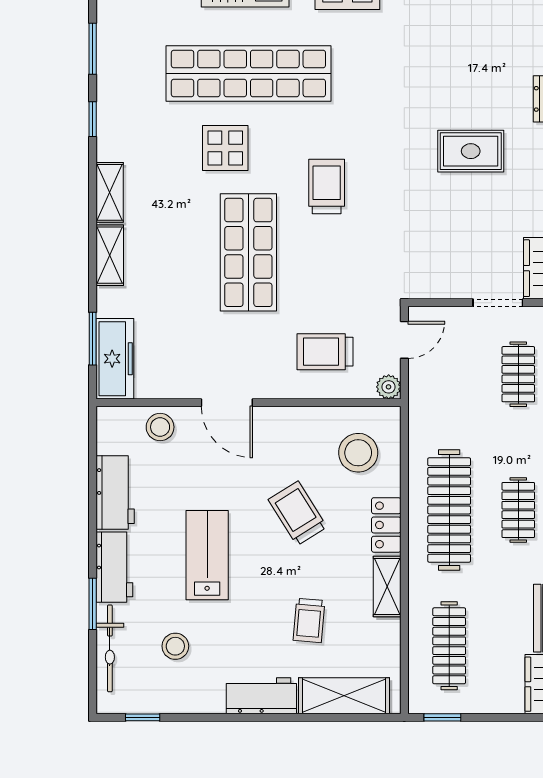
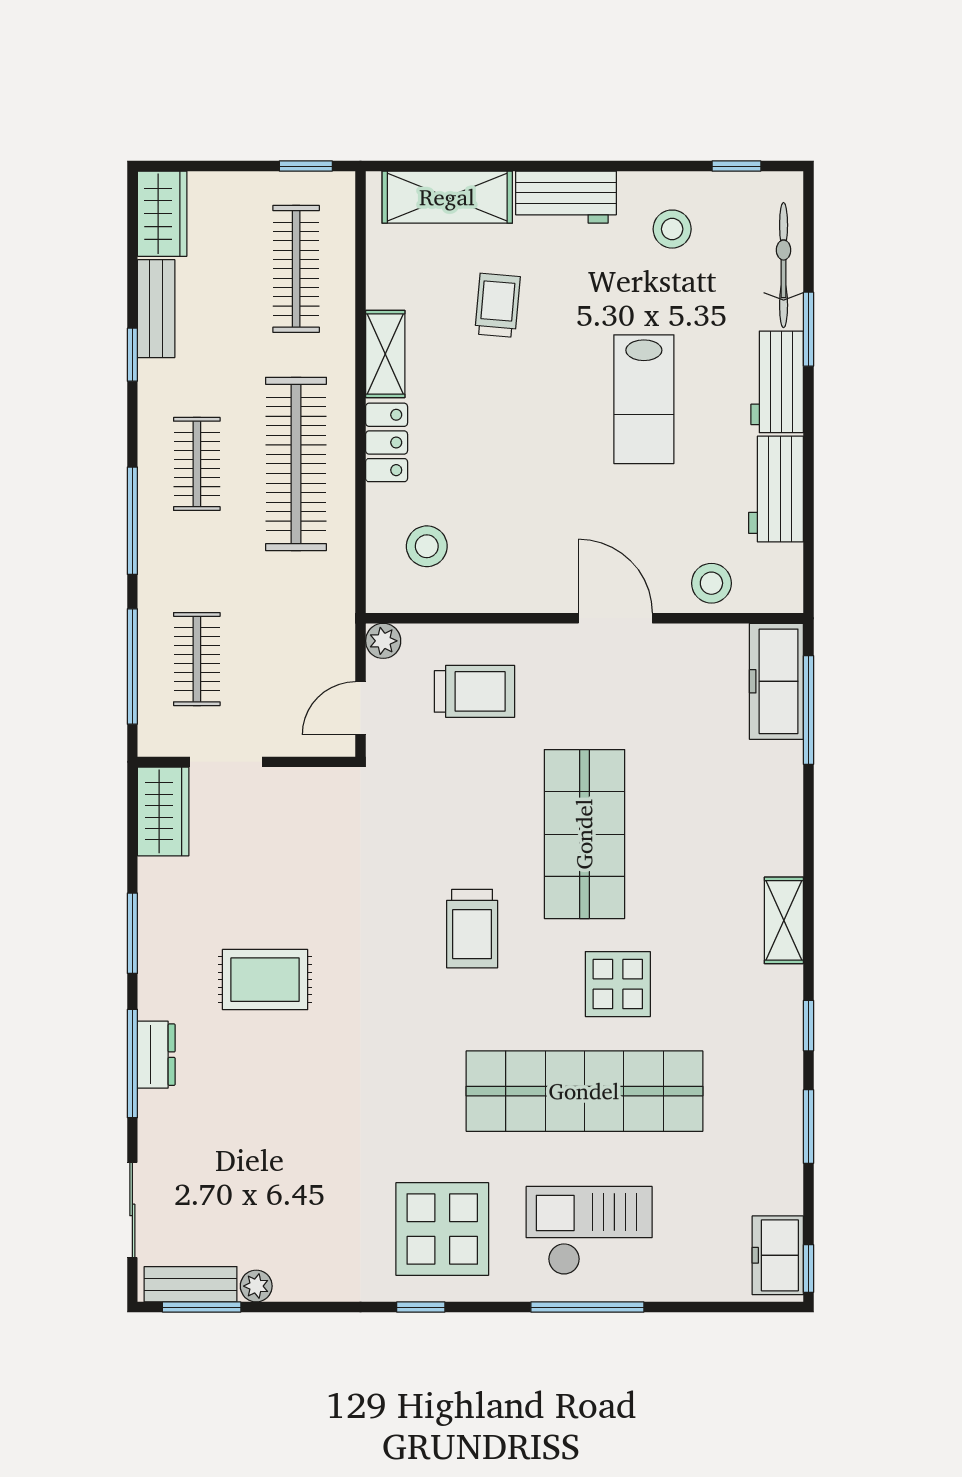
shelving: (110, 255) -> (784, 830), removed
window: (93, 339) -> (808, 710), width x1.44
stool: (358, 453) -> (427, 546), width x0.73, depth x0.73
trolley: (298, 513) -> (514, 459), removed
stool: (175, 646) -> (672, 229), moved

